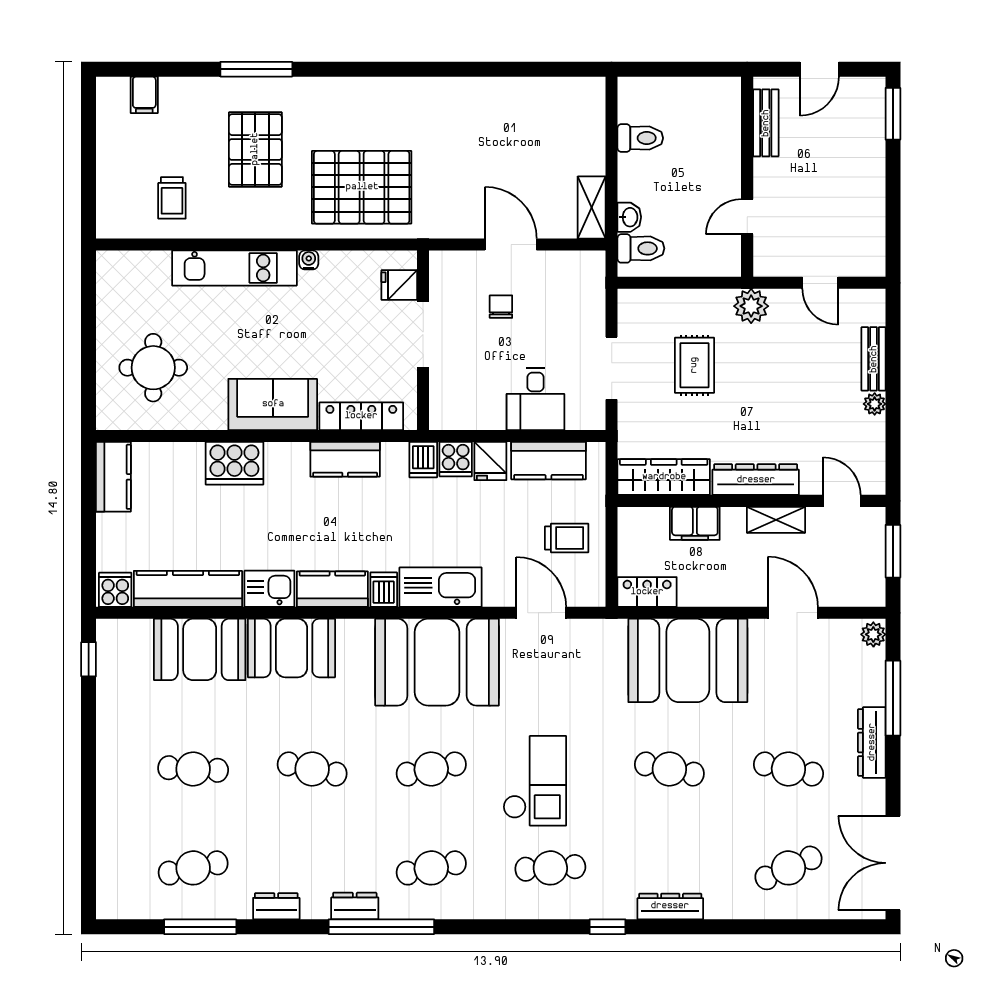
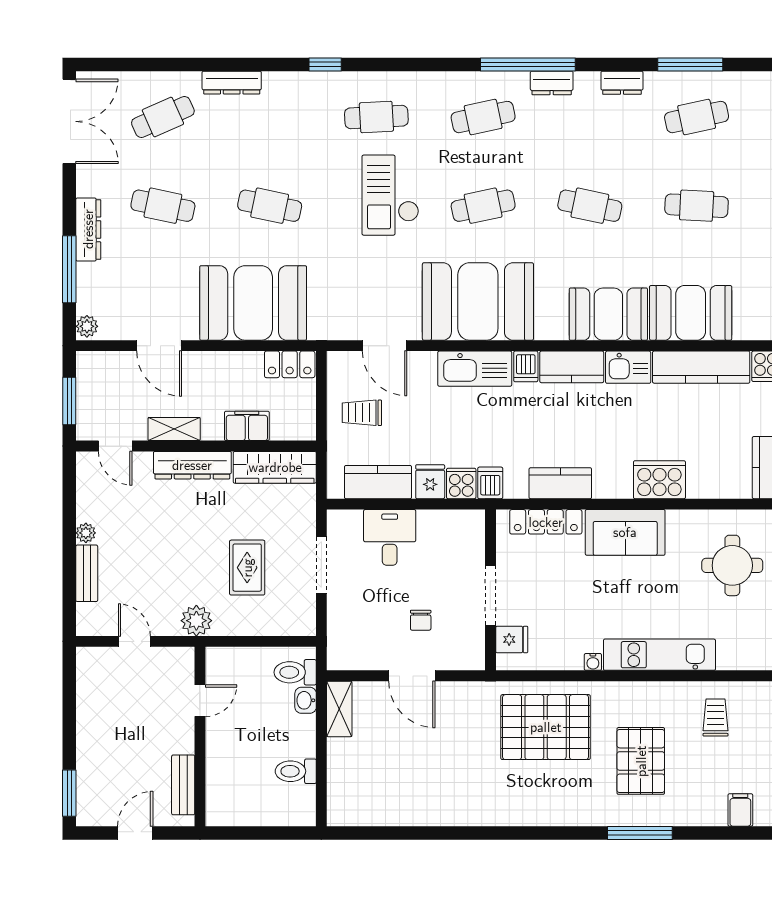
dresser: (670, 906) -> (232, 83), moved

